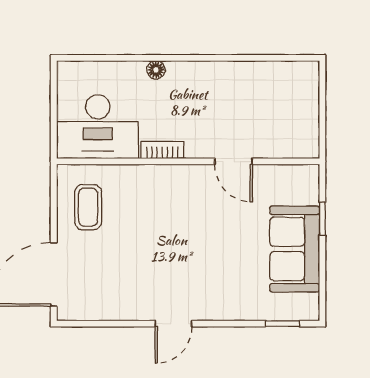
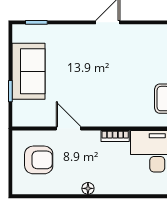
floor lamp: (156, 70) -> (88, 188), moved
armchair: (279, 113) -> (39, 160), added

